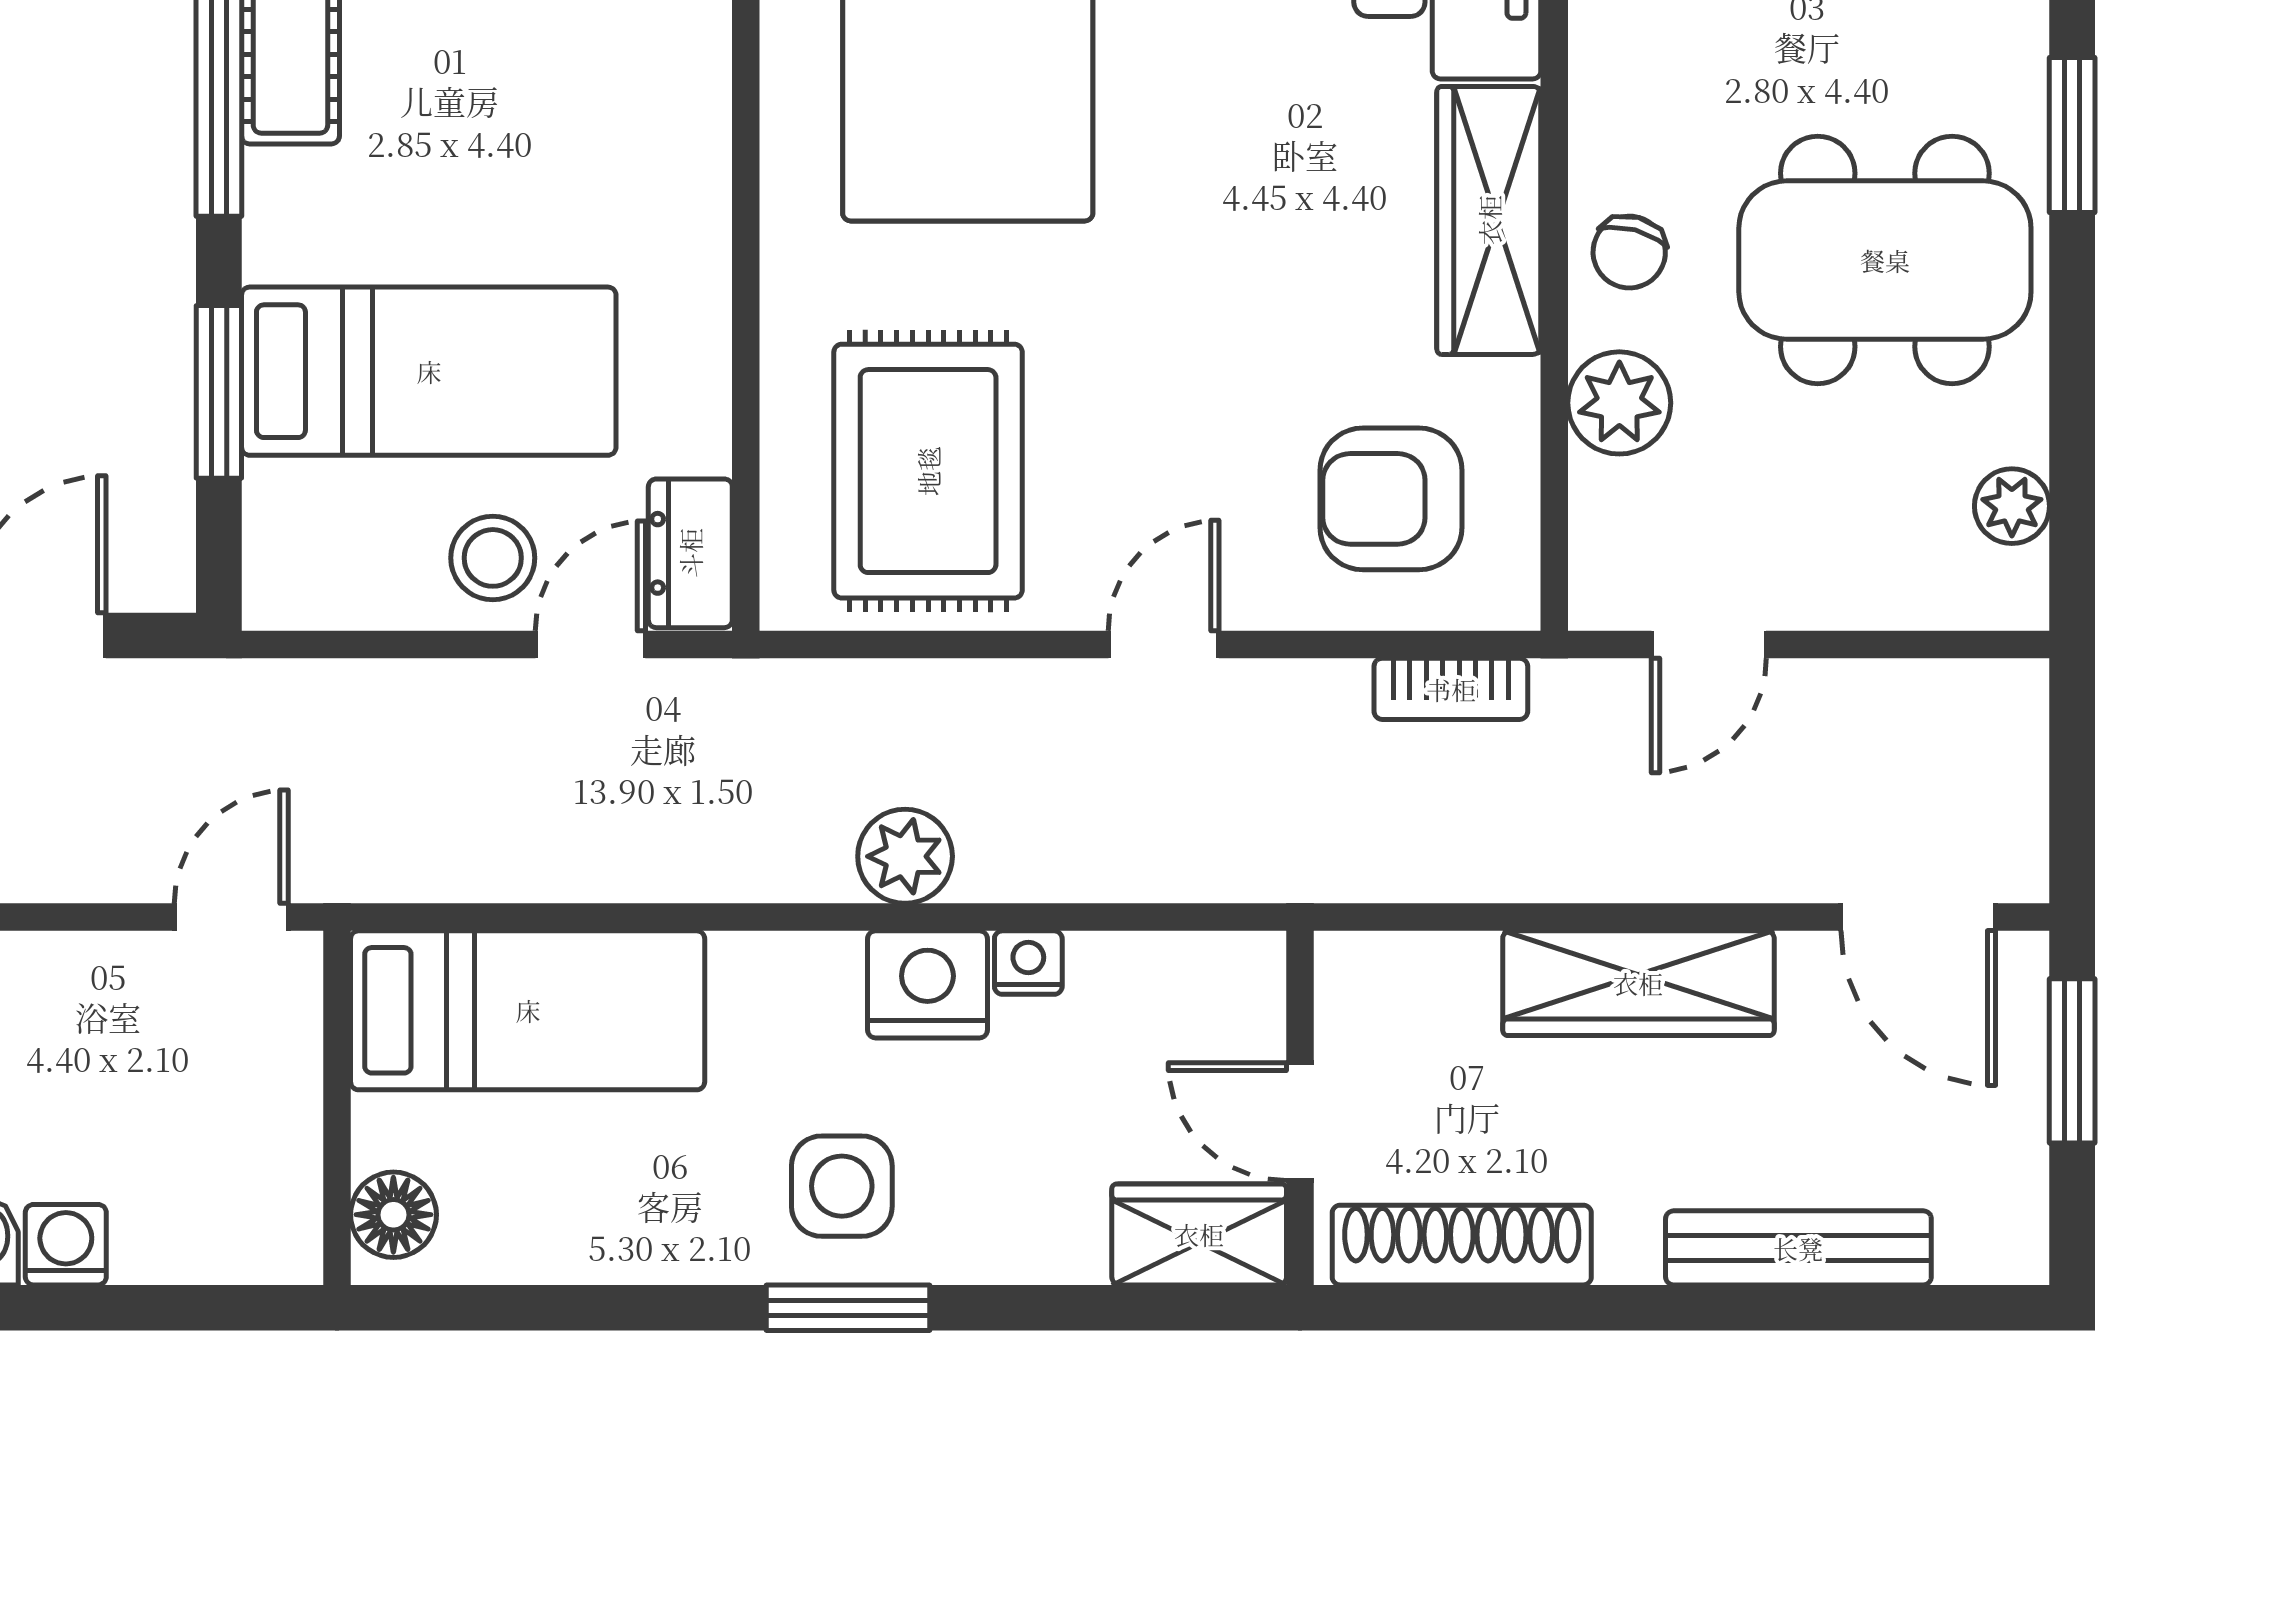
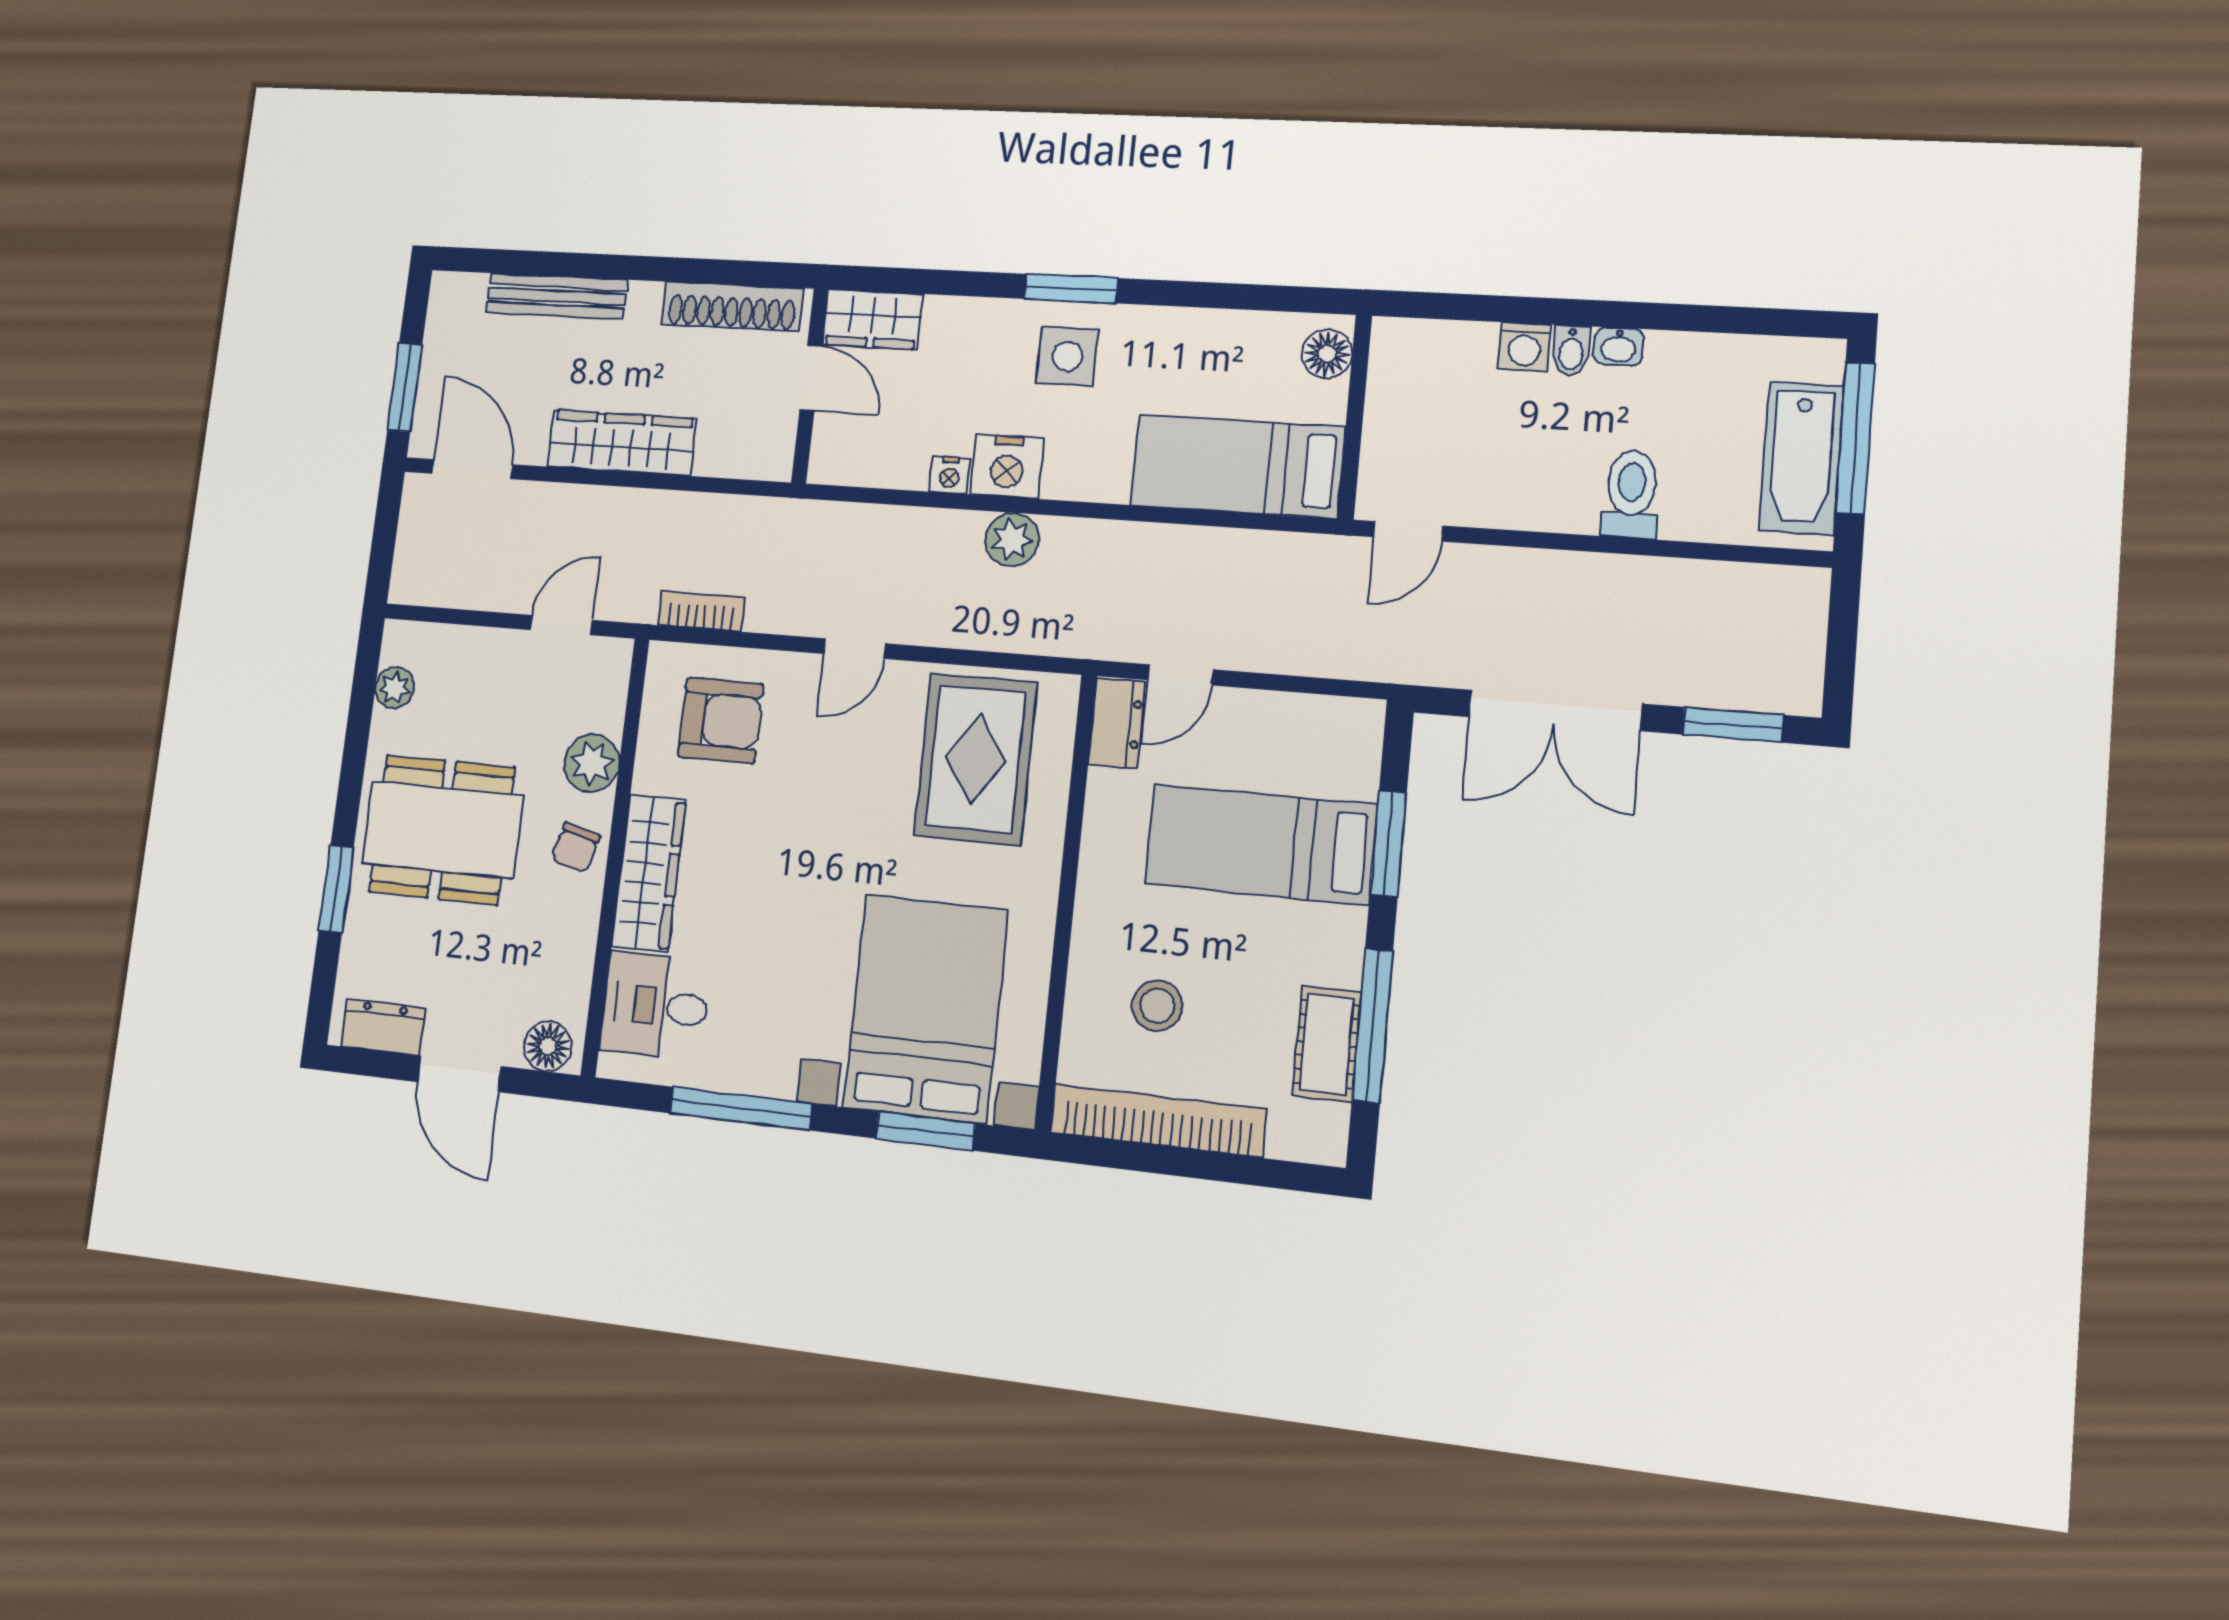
chair: (1629, 252) -> (576, 847), turned 180
stool: (493, 558) -> (1157, 1006), moved

